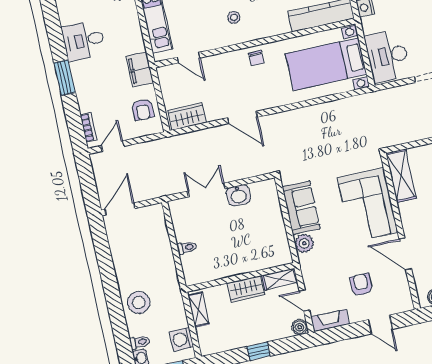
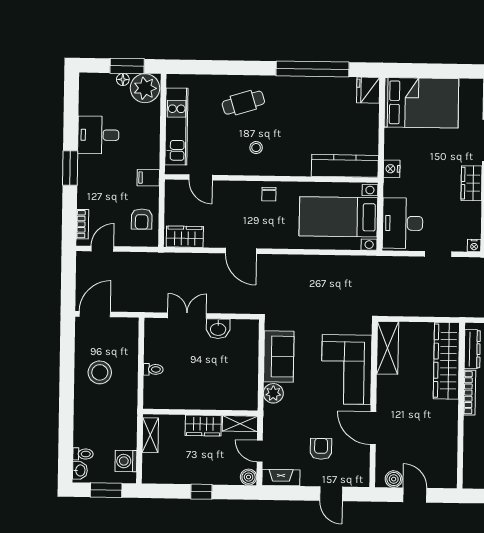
filing cabinet: (140, 69) -> (148, 178), width x0.50
stool: (139, 302) -> (100, 372), moved

